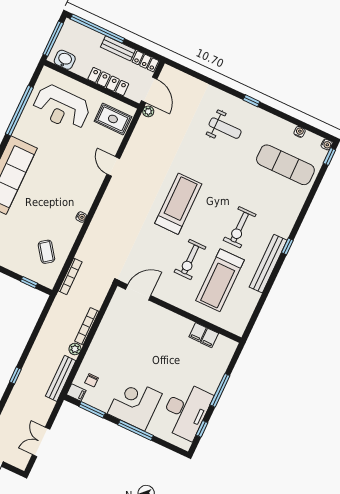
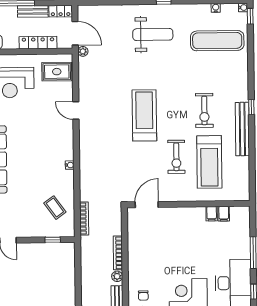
weight bench: (225, 128) -> (153, 34), width x1.36, depth x1.33

